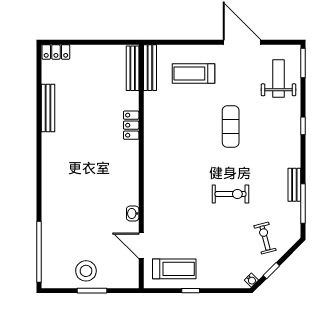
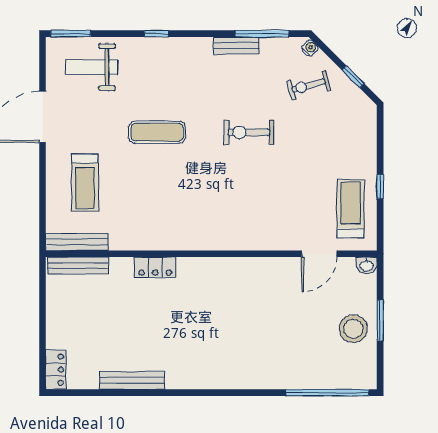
exercise bike: (231, 194) -> (249, 132), turned -90
washbasin: (133, 213) -> (367, 265), moved
water cooler: (251, 280) -> (310, 48), moved

